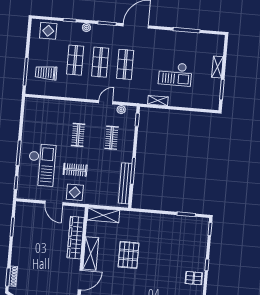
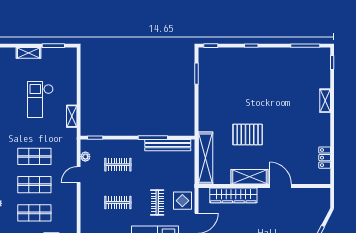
checkout: (175, 74) -> (40, 100), turned 180
door: (106, 102) -> (79, 175), hinge flipped
shelving: (103, 215) -> (205, 158), width x1.47
pallet: (194, 278) -> (267, 59), removed

